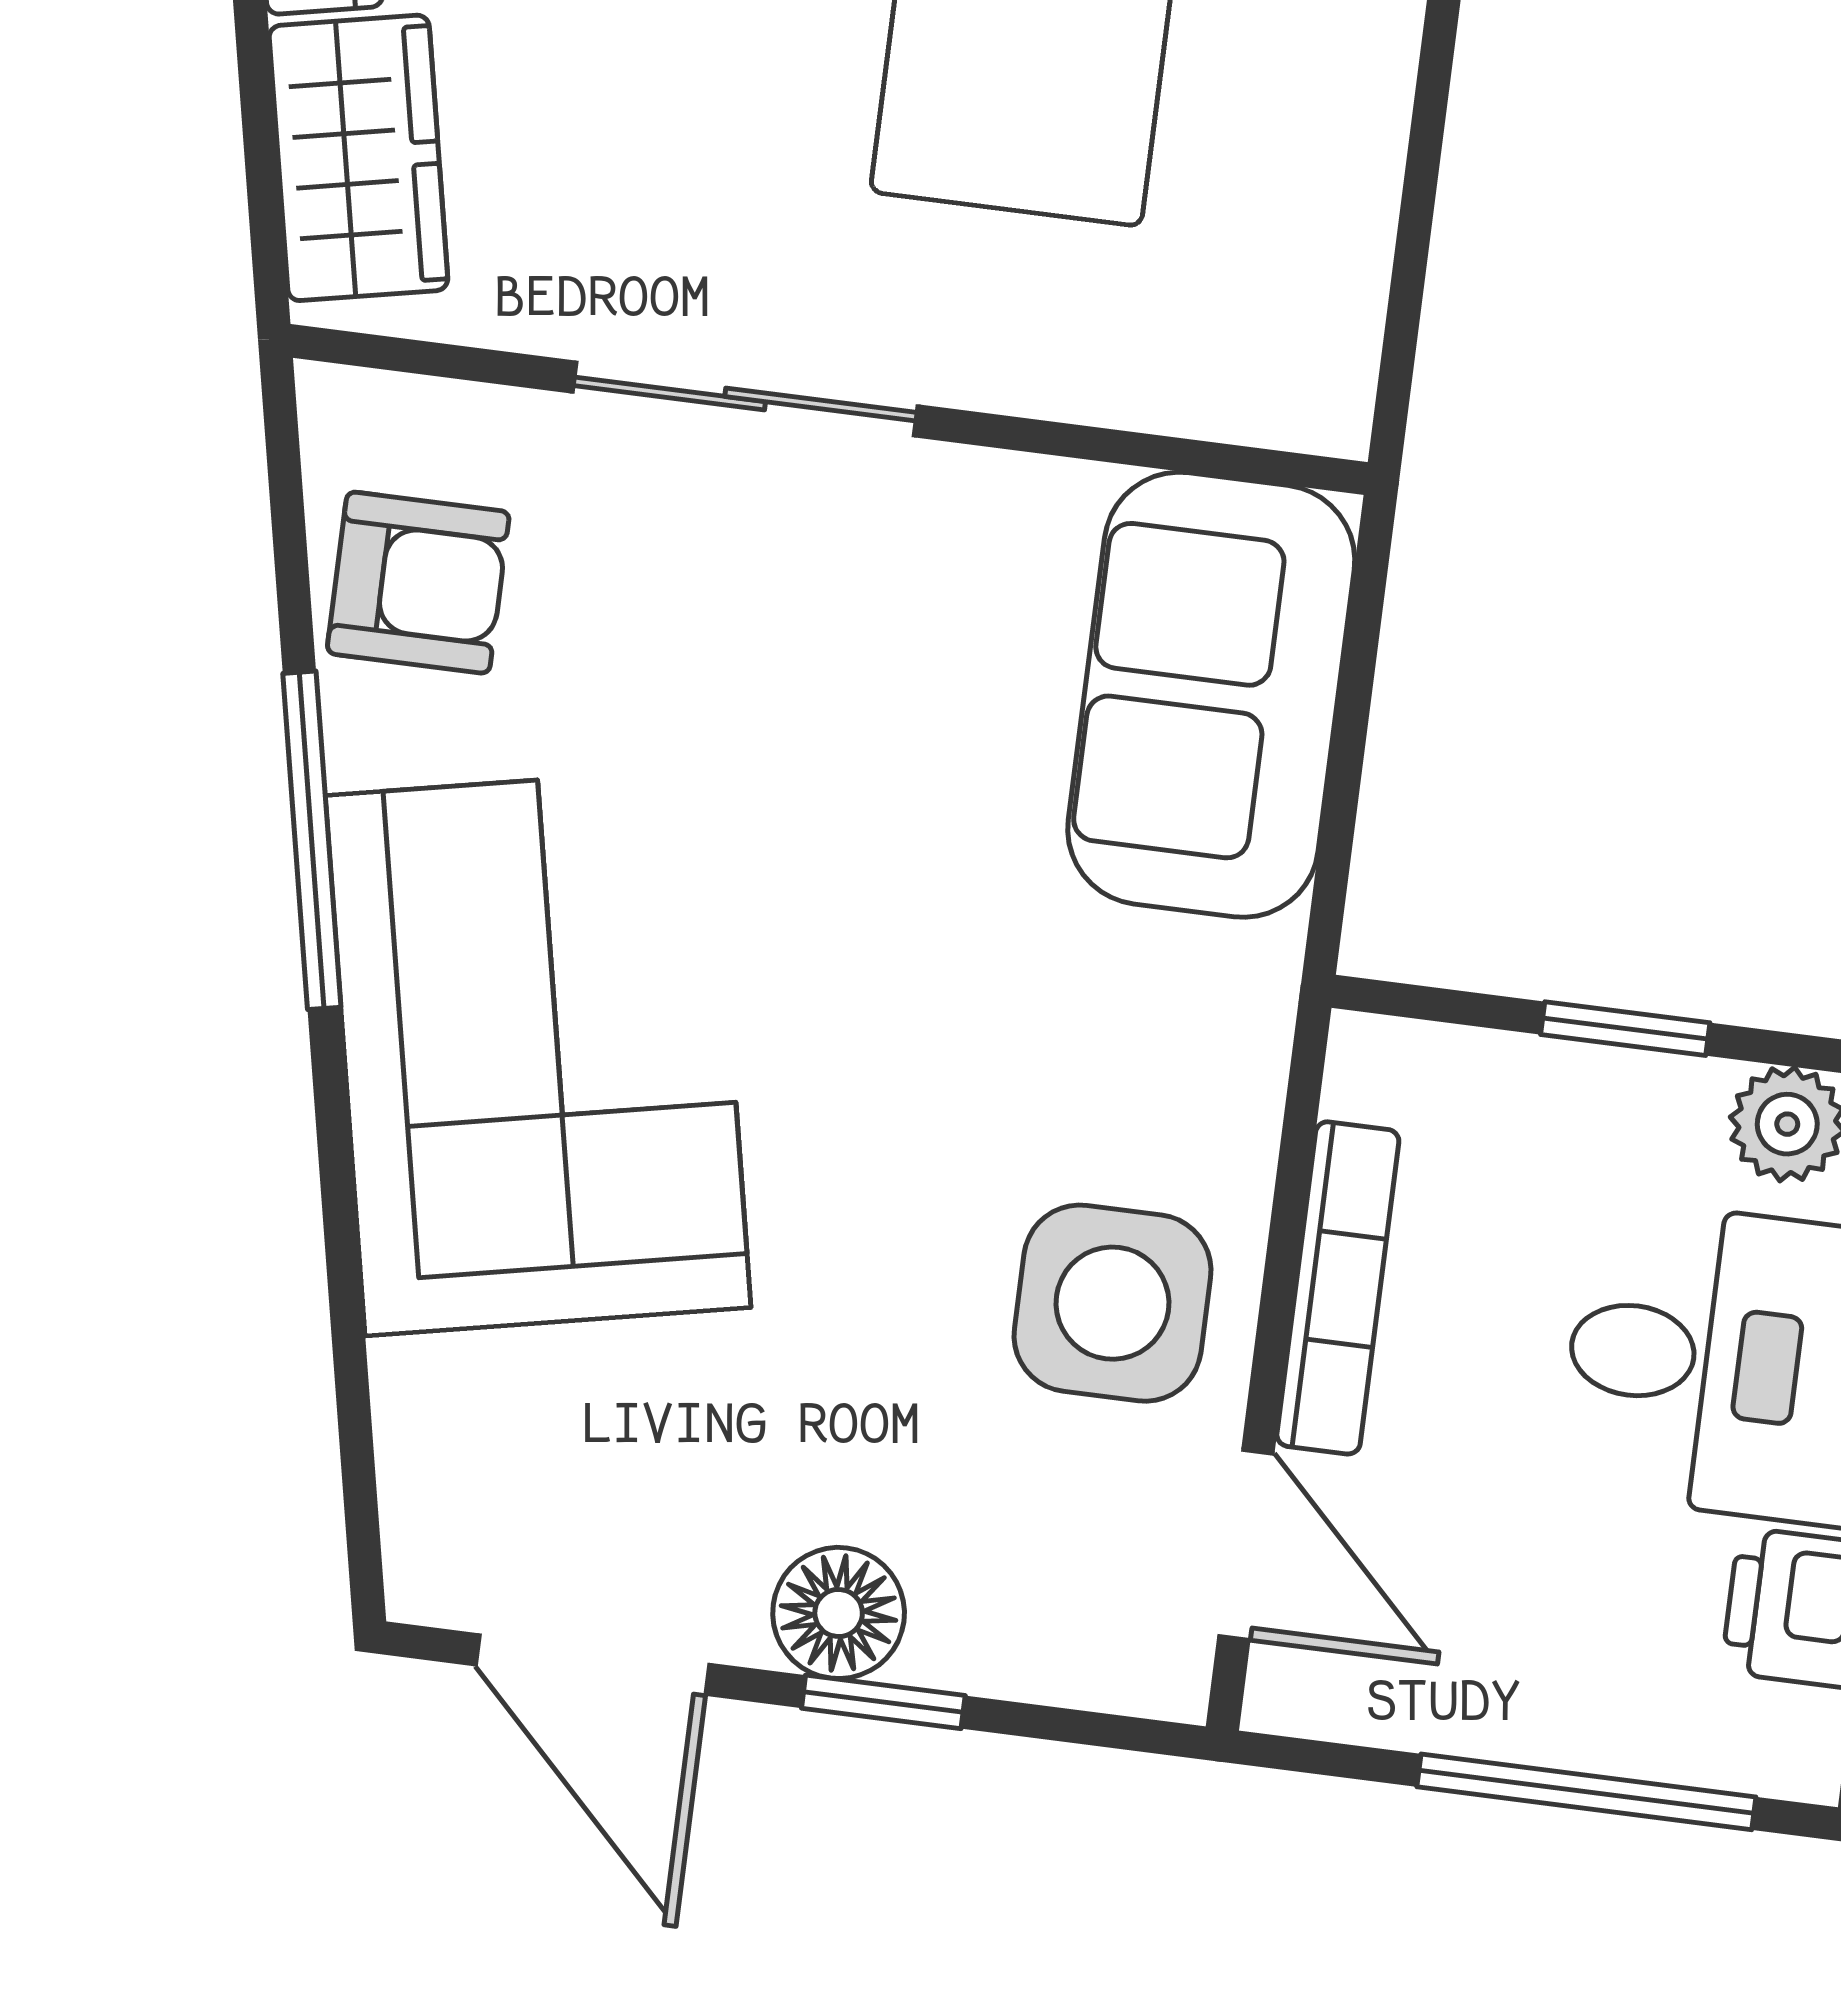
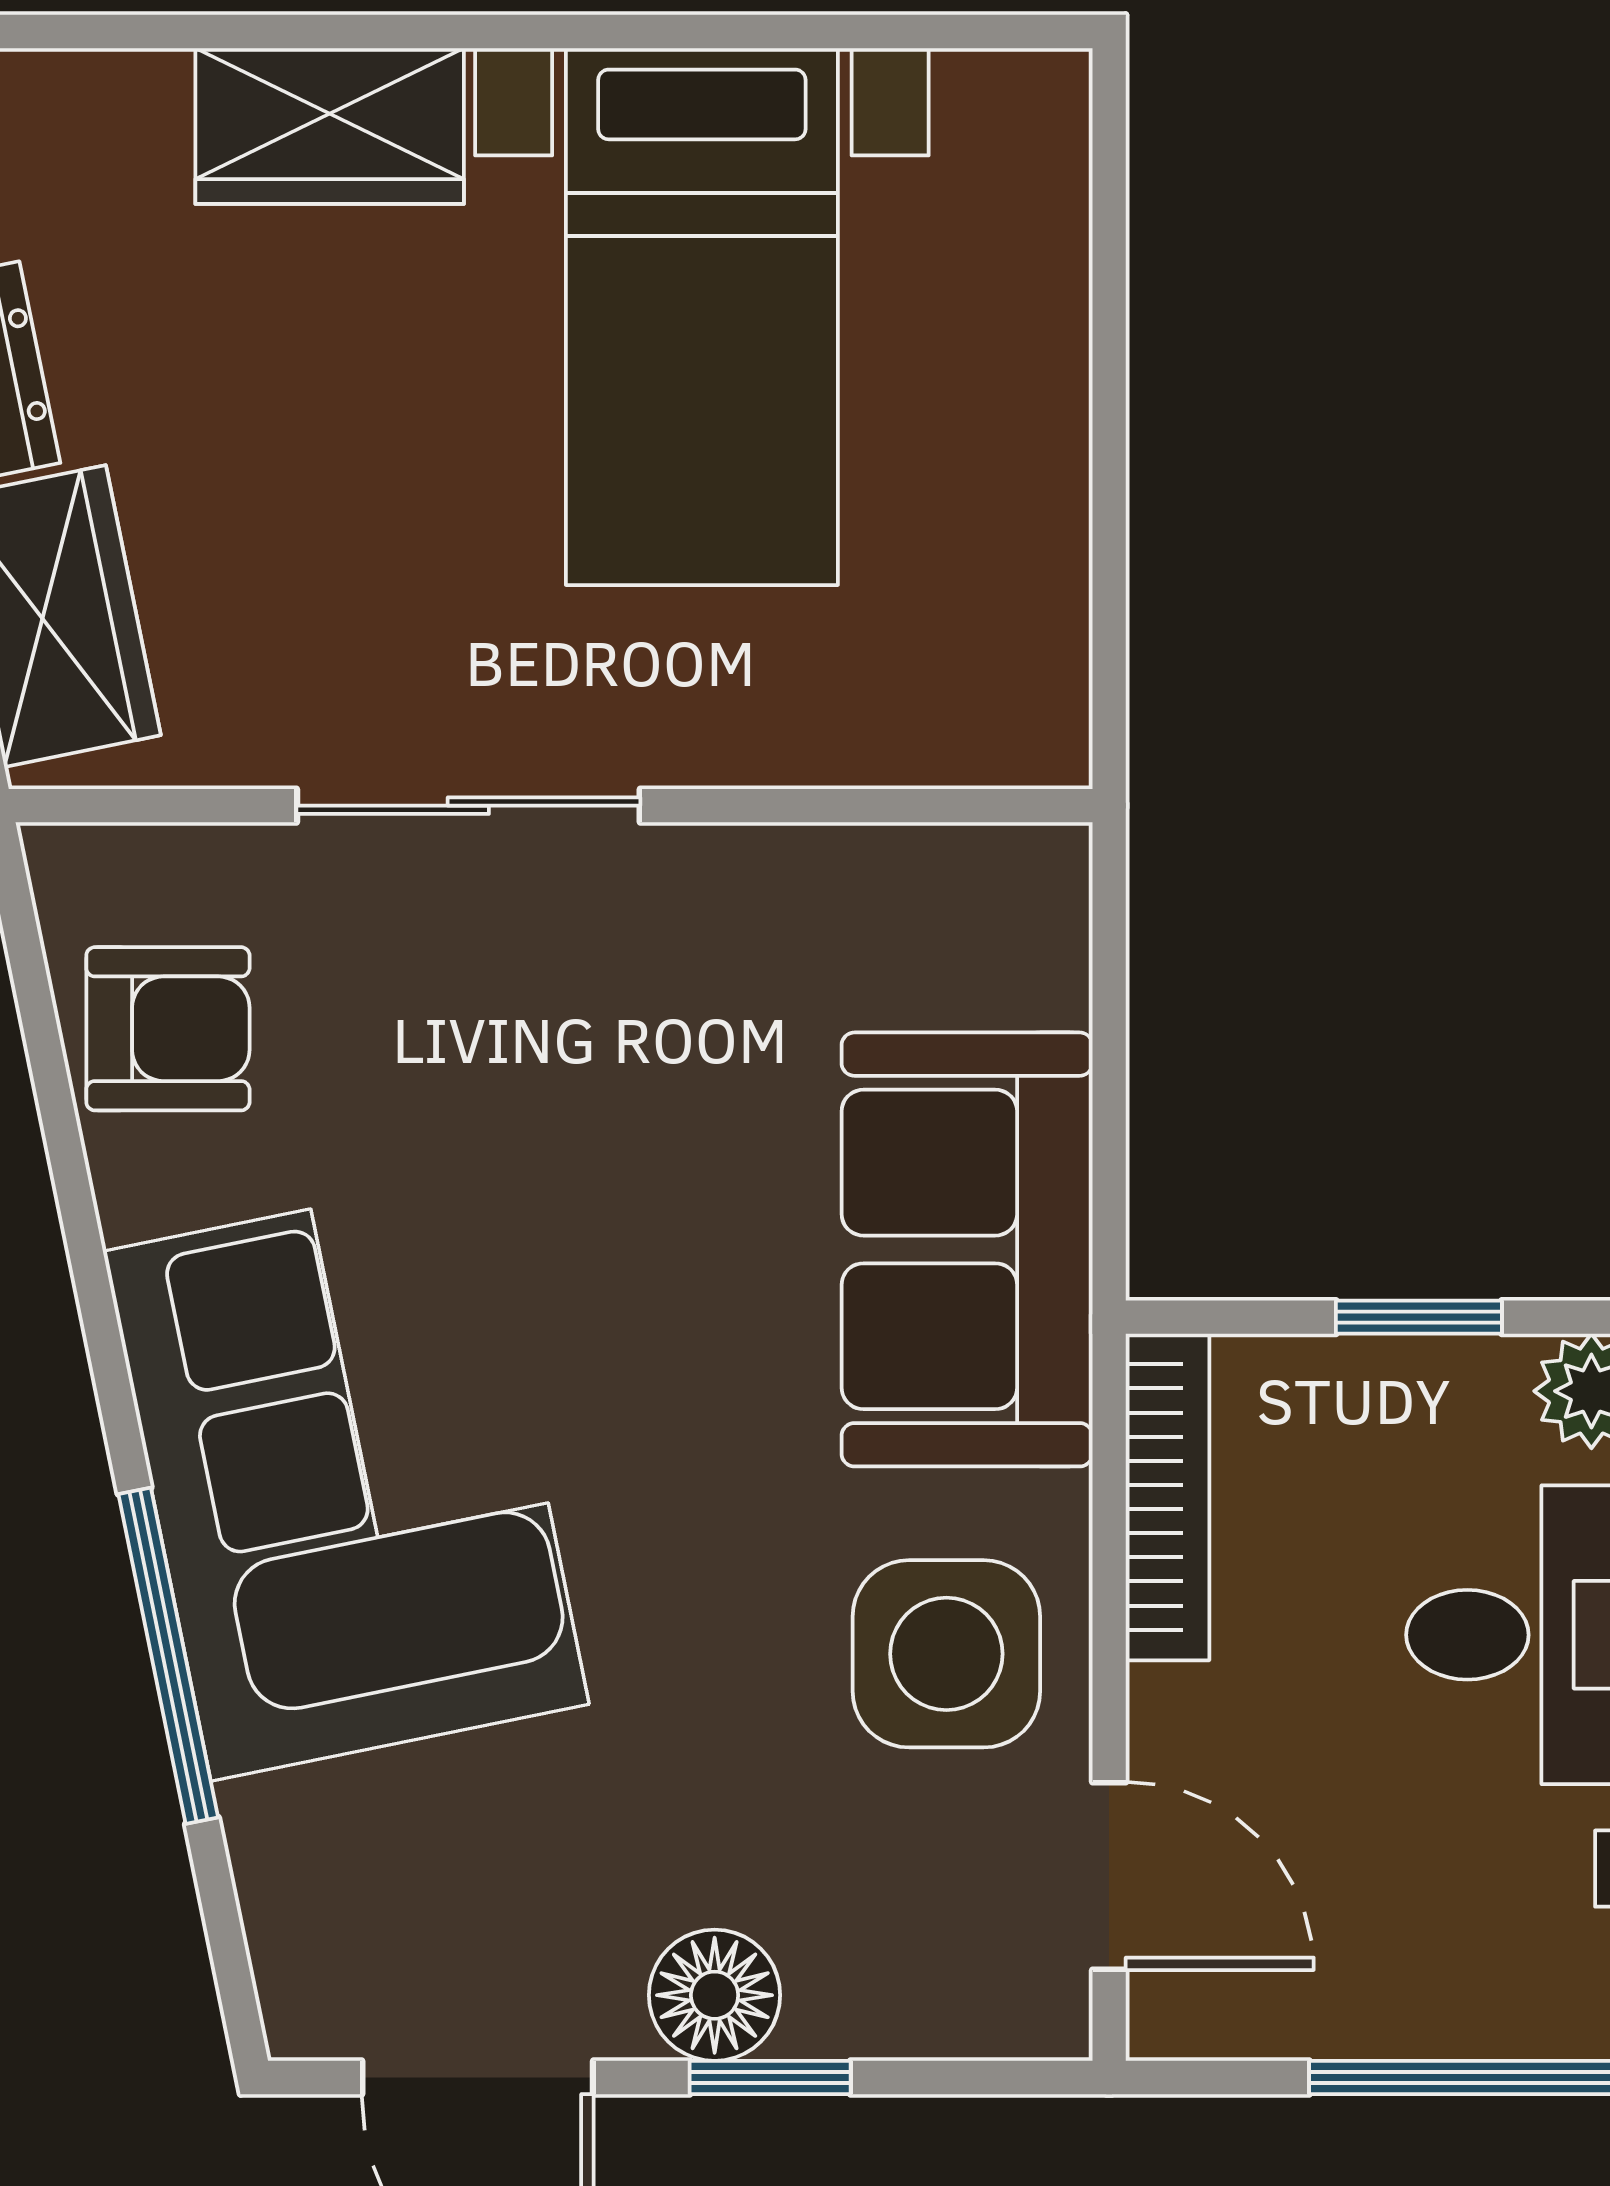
sofa: (1211, 695) -> (967, 1249), moved
window: (312, 840) -> (168, 1656), moved
bookcase: (1338, 1288) -> (1167, 1497), moved

